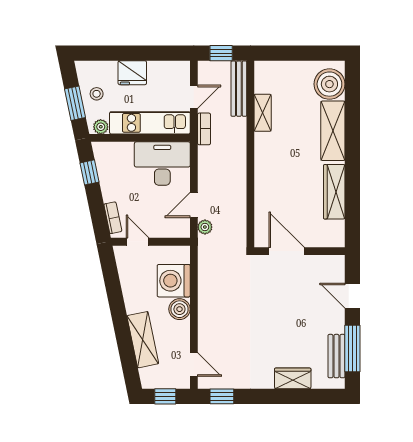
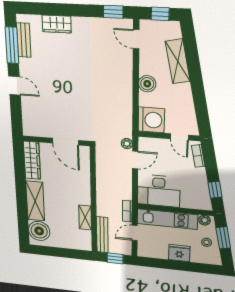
door: (287, 251) -> (66, 142), moved
wall: (300, 251) -> (56, 141), moved
washing machine: (174, 281) -> (151, 120), moved

